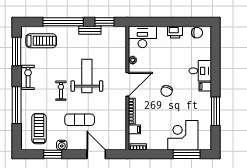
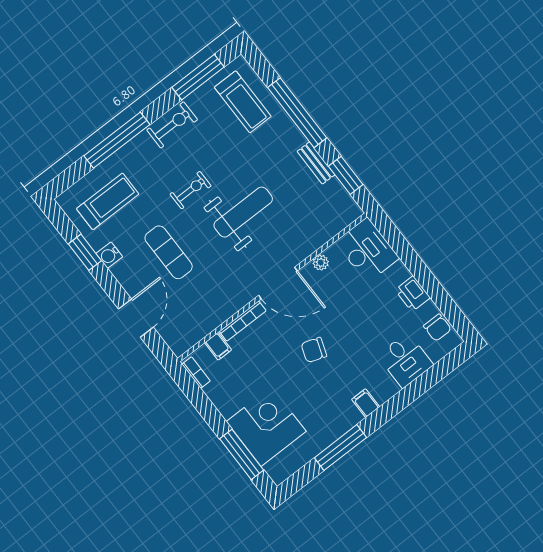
desk: (200, 71) -> (405, 360), moved

